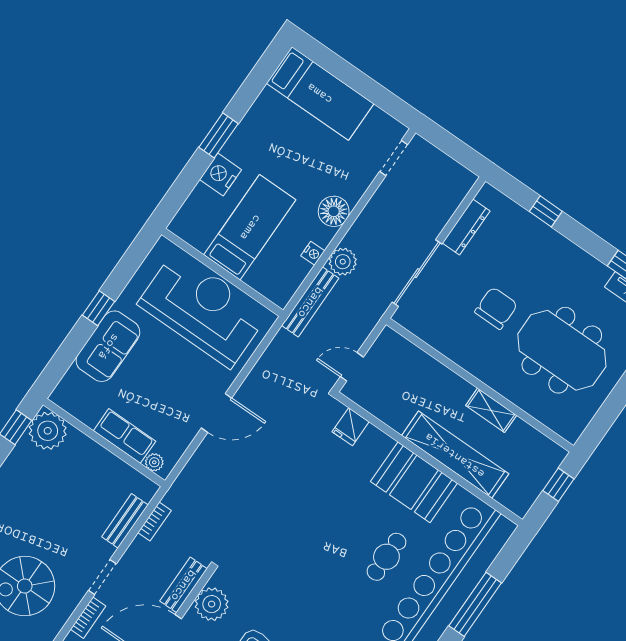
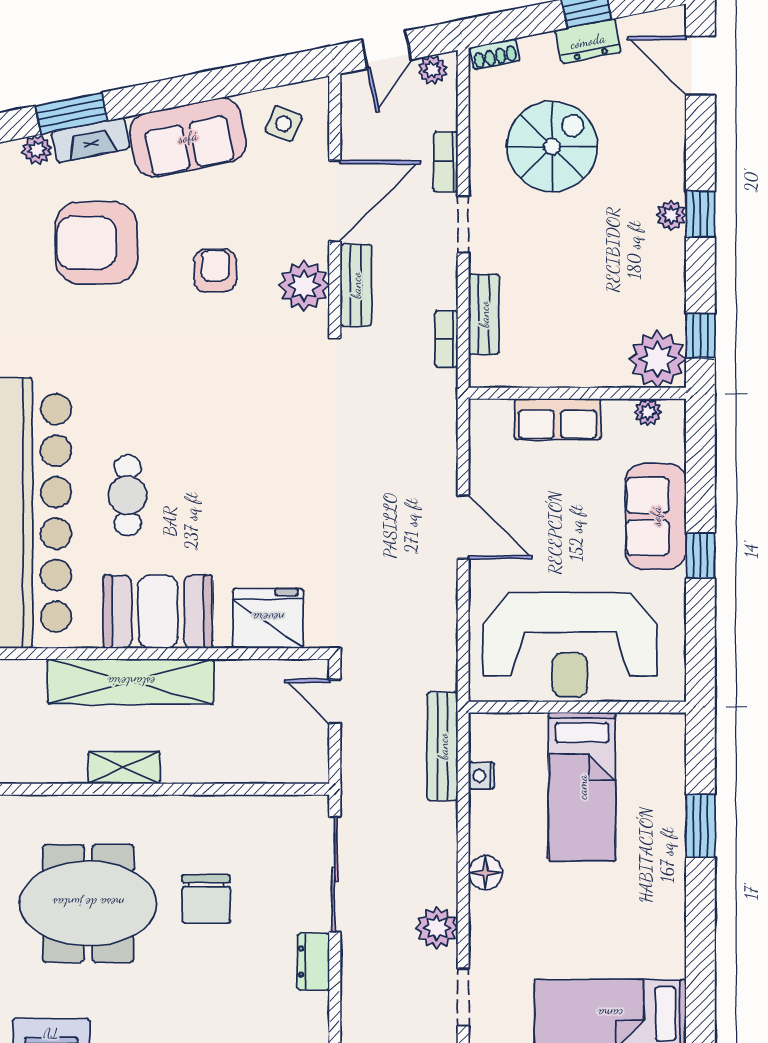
window: (218, 135) -> (700, 826), moved
nightstand: (220, 175) -> (664, 827), removed
floor lamp: (334, 211) -> (485, 873), width x0.73, depth x0.73
dresser: (466, 227) -> (313, 962), width x0.70
nightstand: (313, 253) -> (481, 776), moved
plant: (343, 262) -> (437, 928), moved
door: (352, 367) -> (335, 701), swing flipped
door: (216, 413) -> (463, 527), swing flipped
fridge: (351, 427) -> (268, 618), width x1.88, depth x1.34
plant: (154, 462) -> (648, 412), moved

